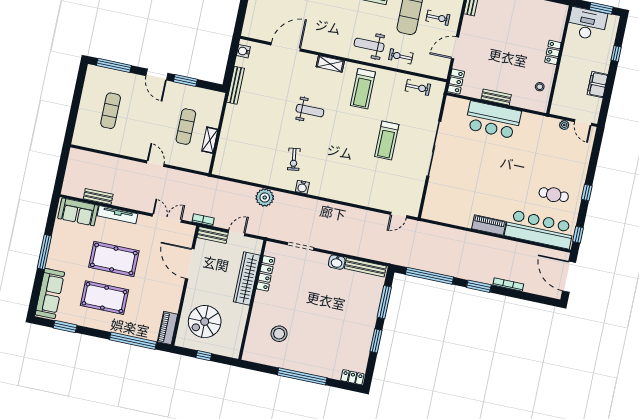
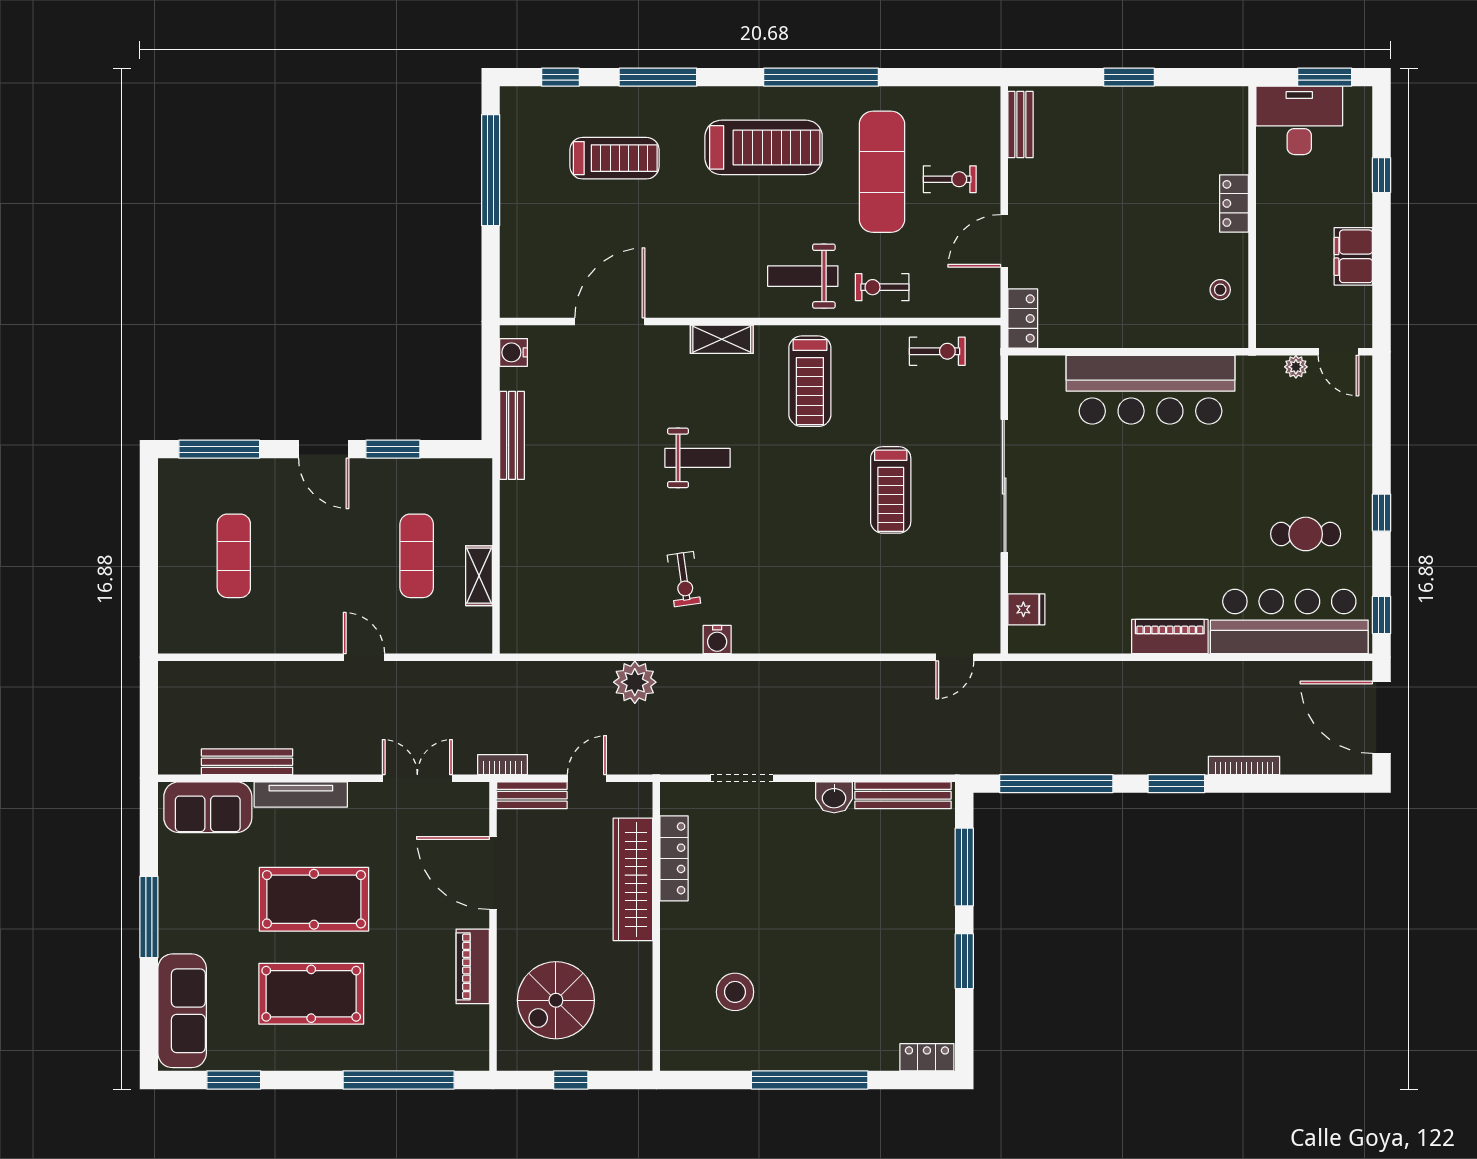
bench: (496, 97) -> (1124, 335), removed
bar counter: (493, 120) -> (1150, 390), width x1.36
bench: (98, 197) -> (247, 762), width x1.36
fridge: (432, 201) -> (1026, 609), added
piano: (168, 328) -> (473, 966), moved

